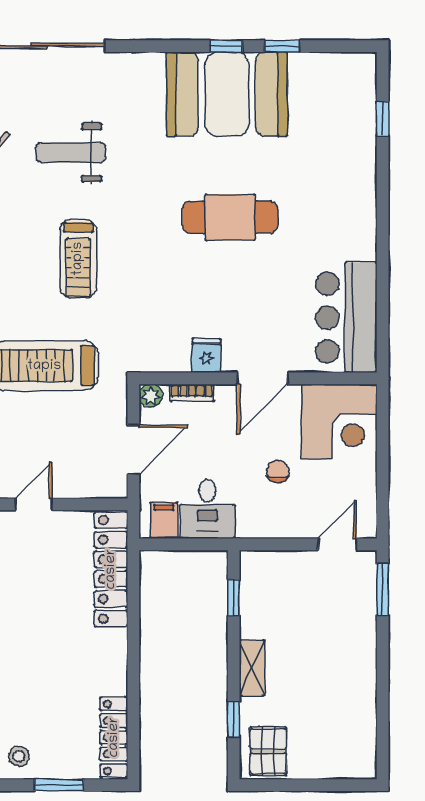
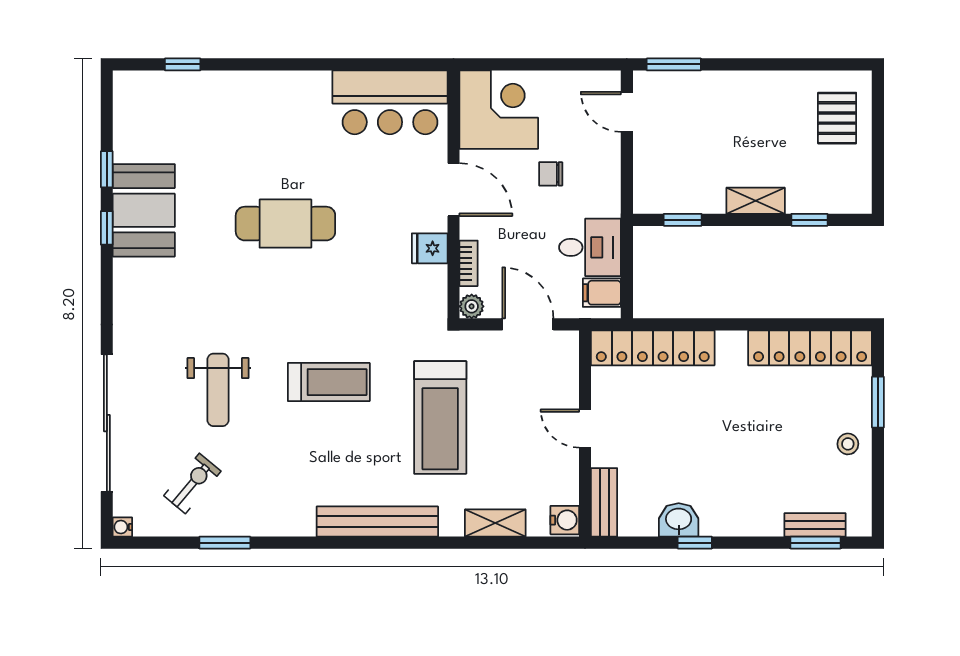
booth: (227, 94) -> (144, 210), width x0.73, depth x0.70
cafe table: (230, 217) -> (285, 224), turned 90
locker: (114, 737) -> (810, 348), width x1.41, depth x1.21
pallet: (268, 751) -> (837, 118), moved, turned 90

